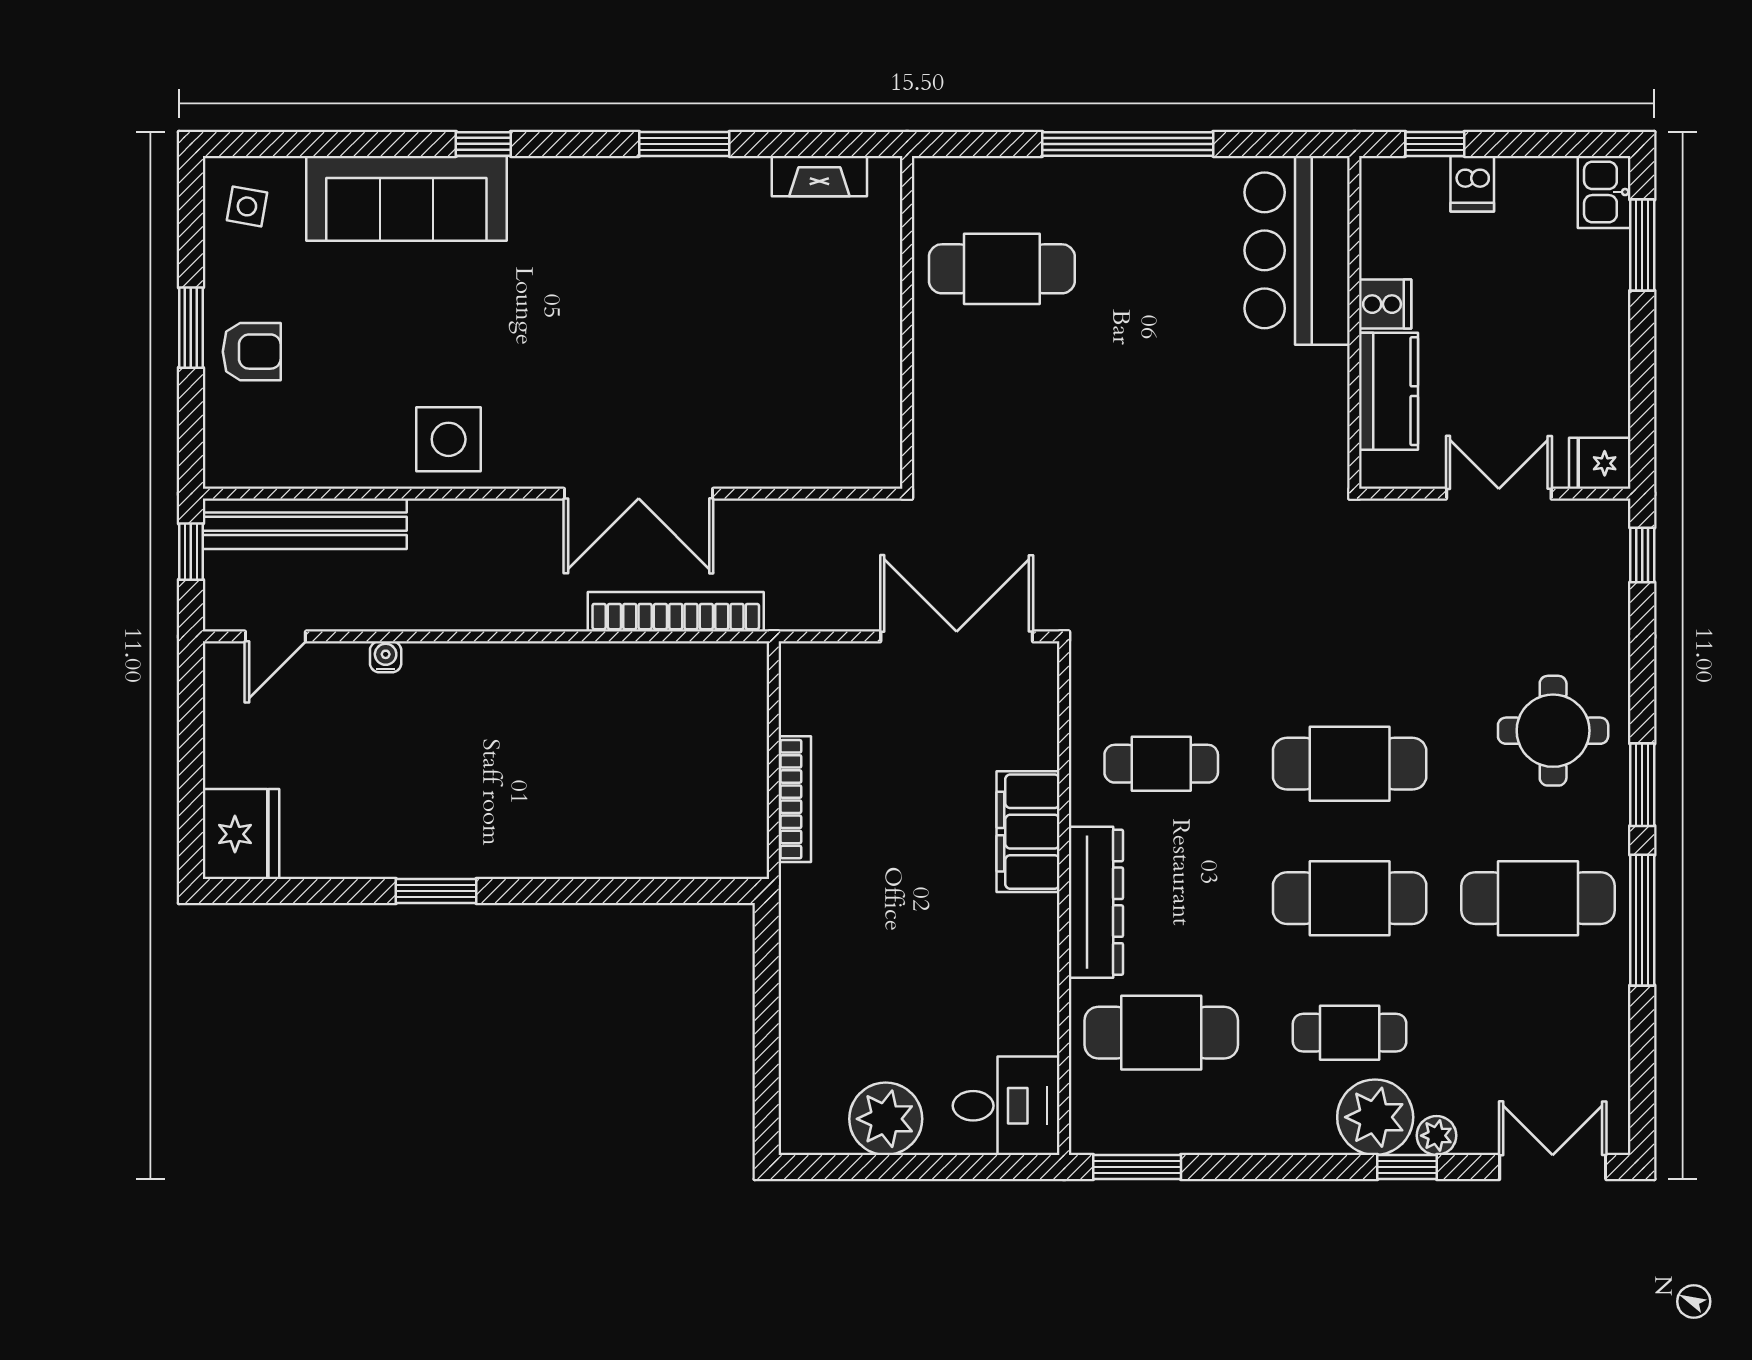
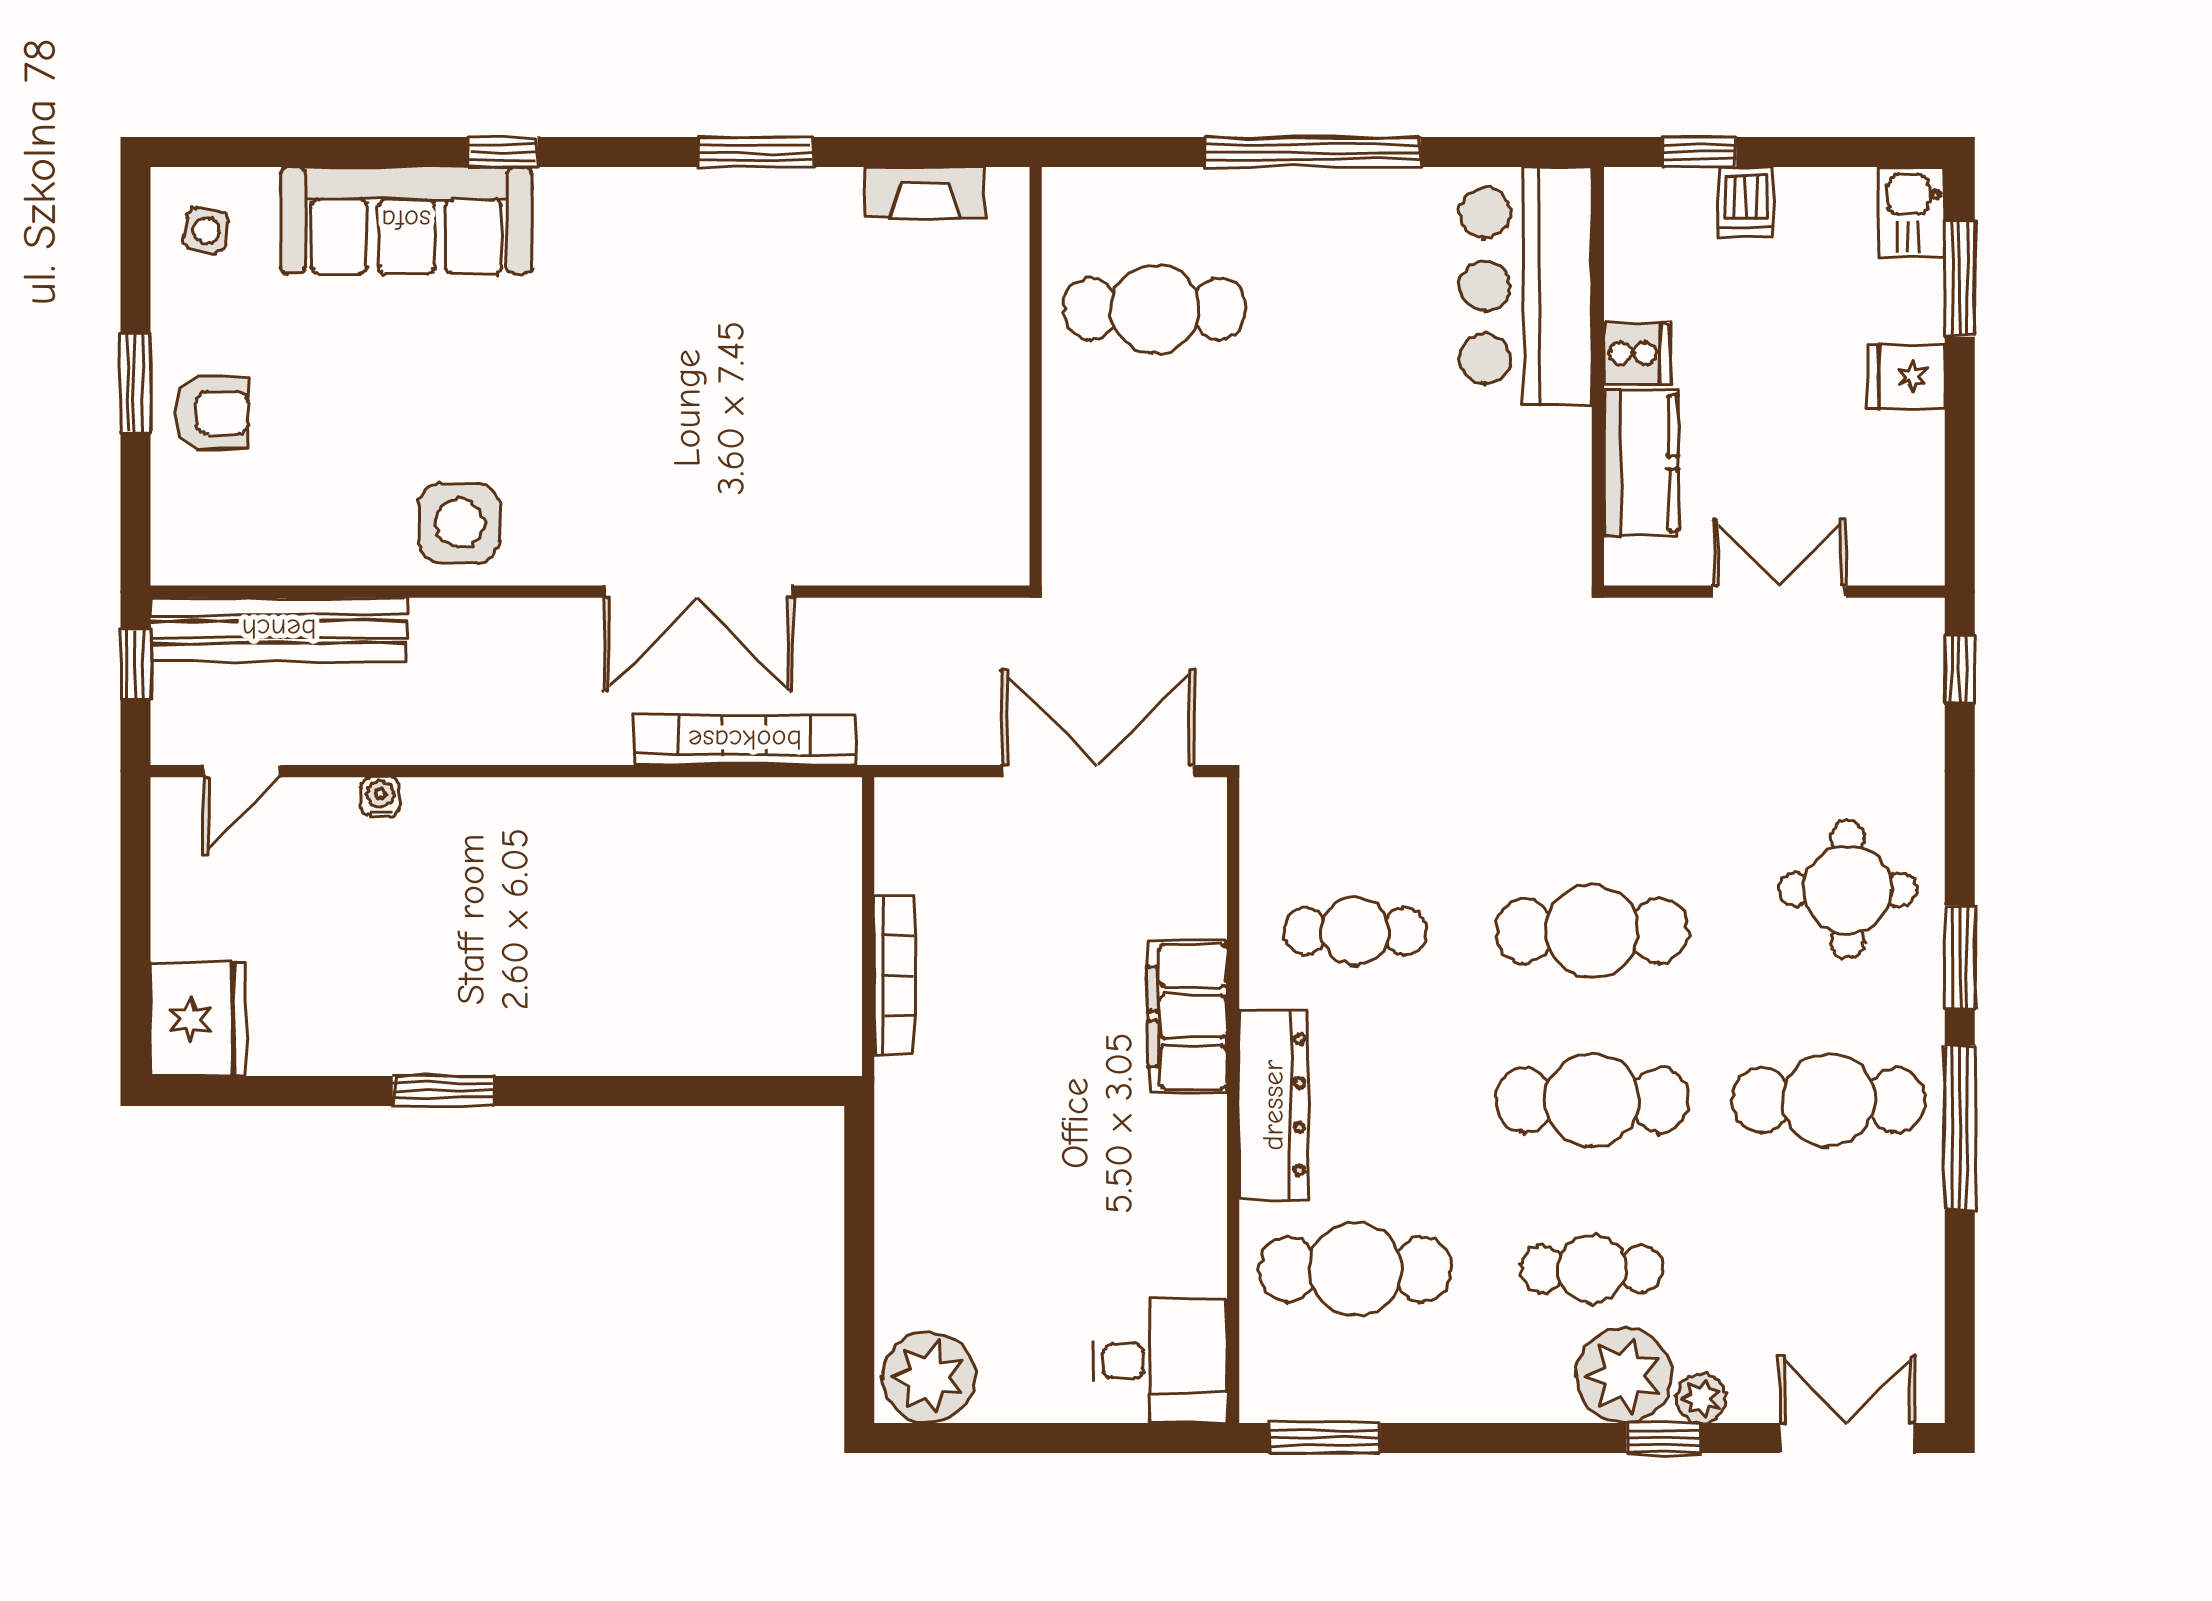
fridge: (1600, 463) -> (1906, 377), moved
plant: (886, 1119) -> (929, 1377), moved

